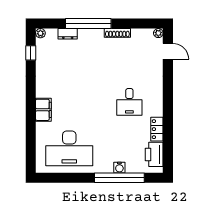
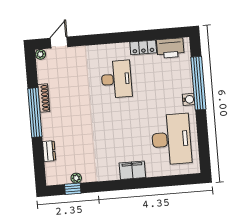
window: (88, 23) -> (35, 113), moved
plant: (40, 33) -> (76, 178), moved
desk: (129, 102) -> (116, 79), width x1.37
water cooler: (119, 167) -> (189, 99), moved

